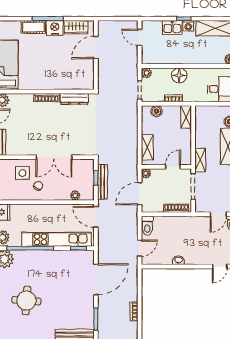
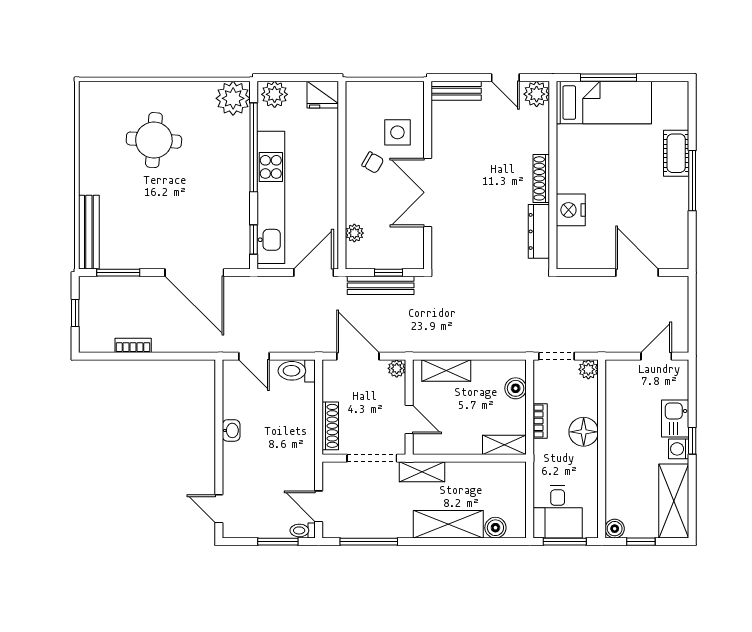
wardrobe: (76, 27) -> (676, 235), removed
nightstand: (55, 28) -> (571, 210), moved, turned 180

